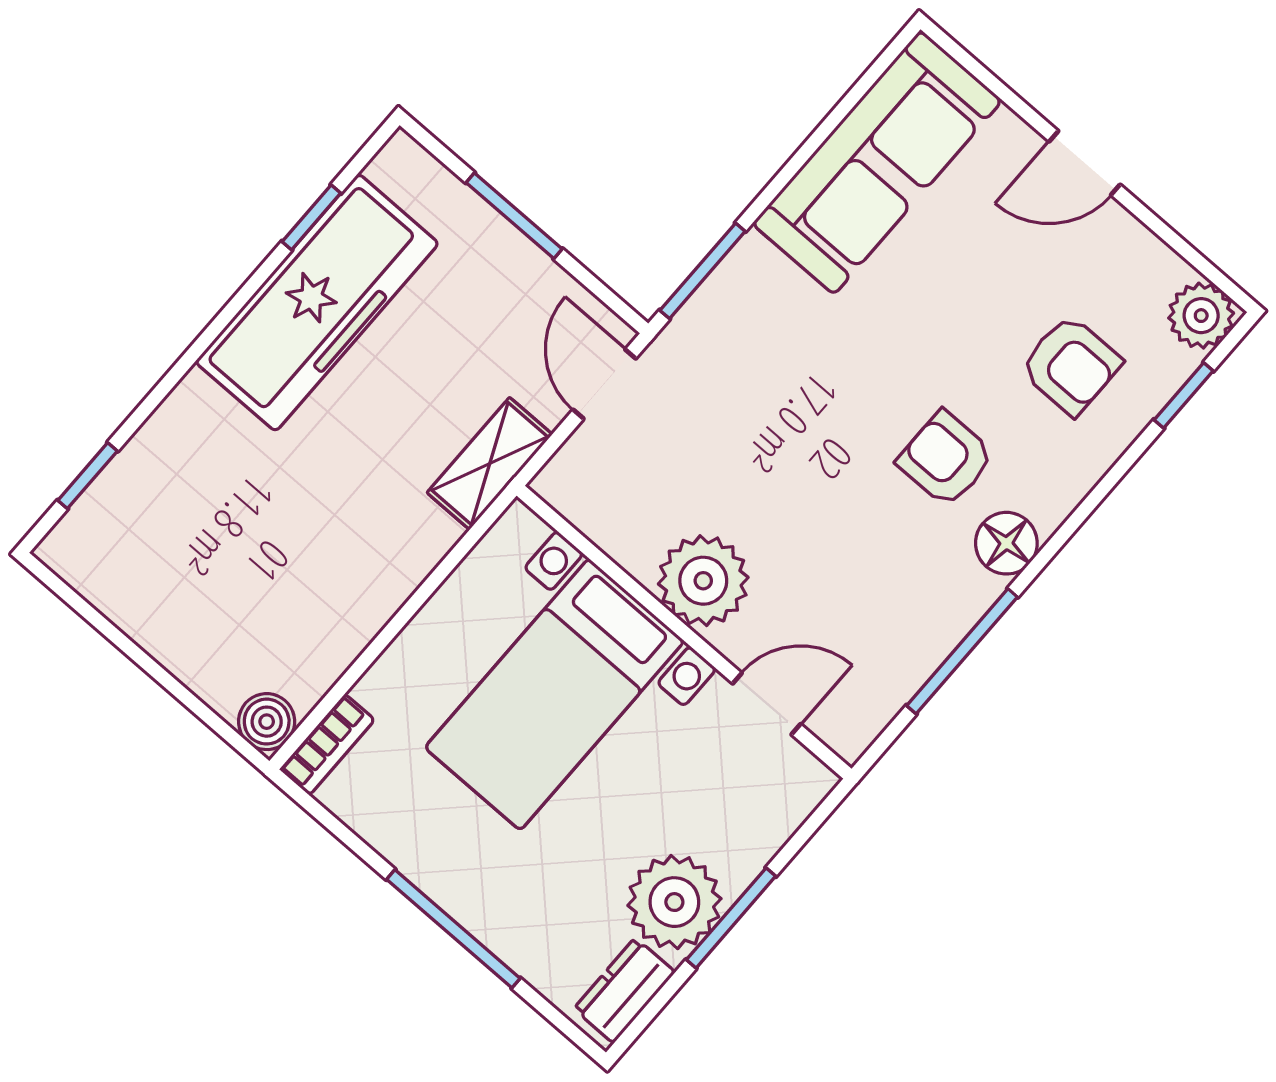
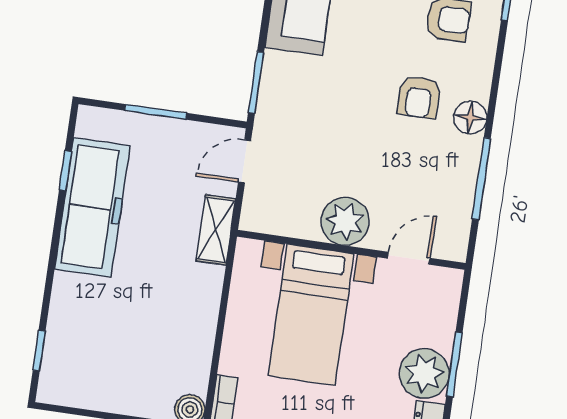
door: (604, 384) -> (245, 161), hinge flipped
armchair: (946, 459) -> (419, 97), turned -90

